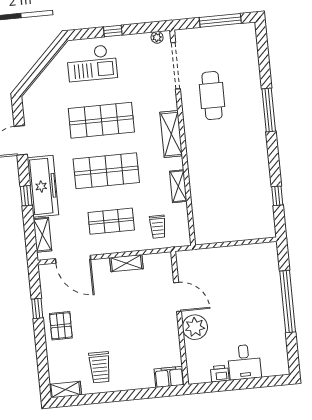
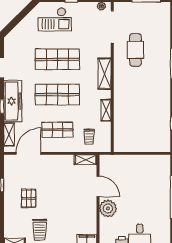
door: (73, 259) -> (29, 153), swing flipped
shelving: (126, 263) -> (86, 160), moved
pallet: (61, 326) -> (29, 198), moved

